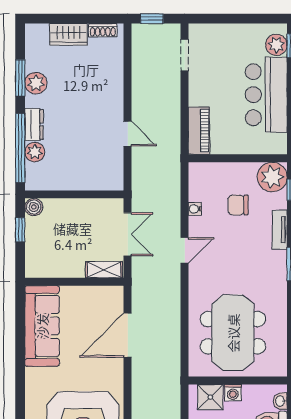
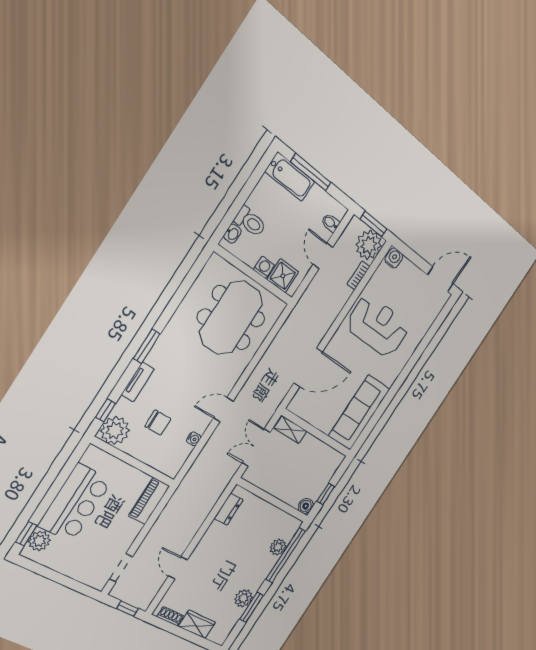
dresser: (34, 124) -> (229, 509), moved, turned 180
door: (128, 134) -> (178, 568), moved

